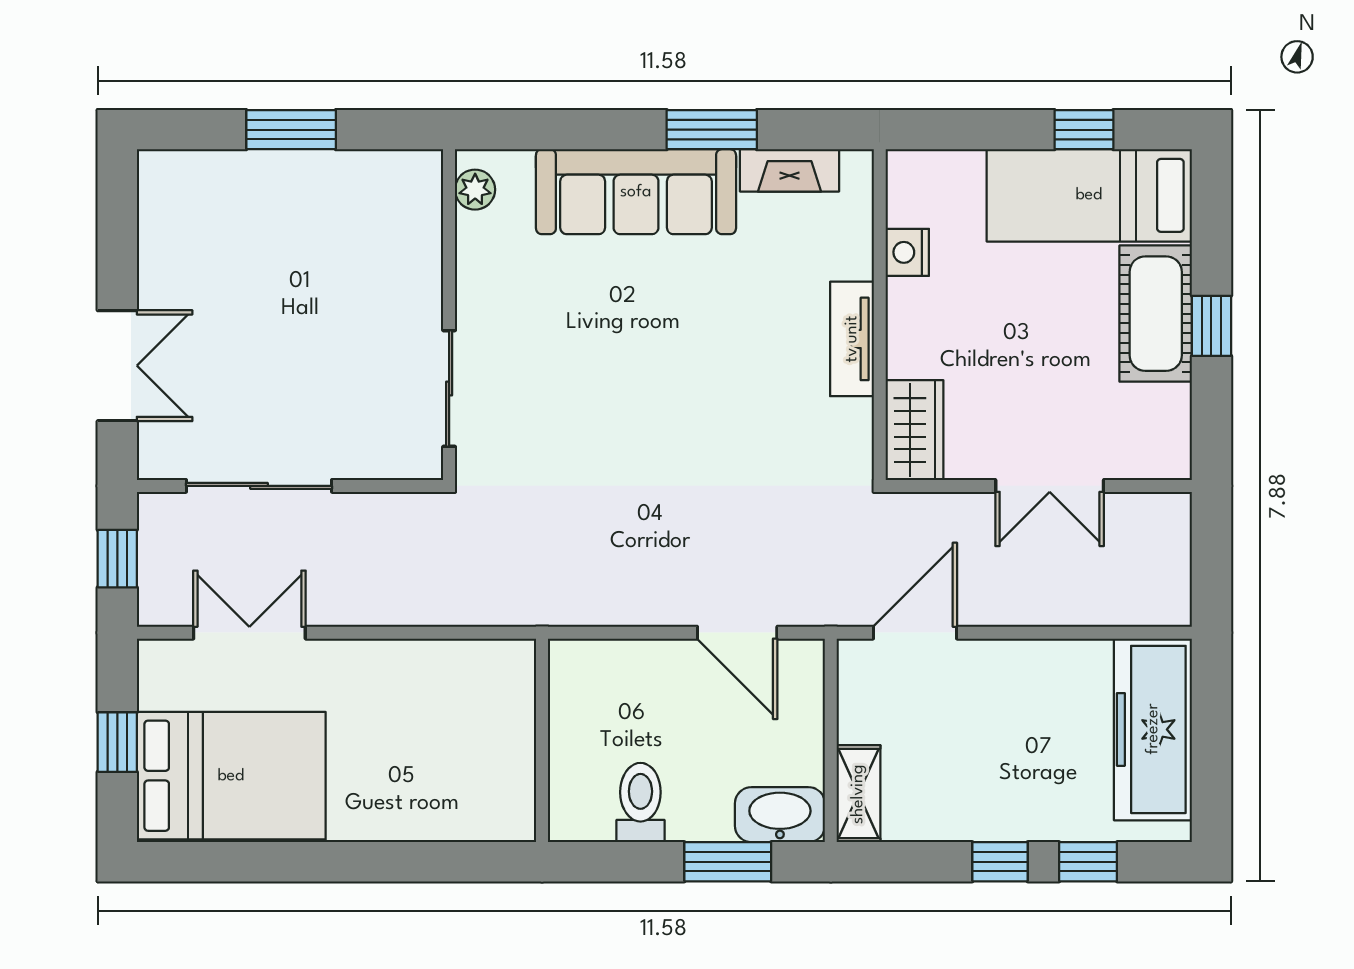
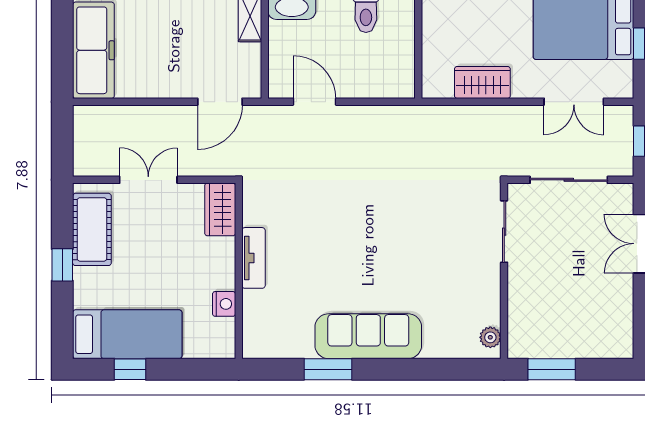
fireplace: (790, 170) -> (287, 348), removed
plant: (475, 190) -> (490, 337), moved
cot: (1156, 314) -> (92, 229), moved
wall: (449, 315) -> (504, 271), moved
sliding door: (449, 389) -> (504, 232), moved
wardrobe: (421, 669) -> (482, 82), added

